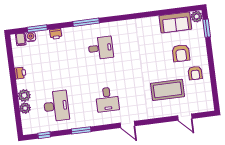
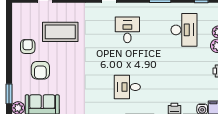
armchair: (181, 53) -> (40, 70), turned 180
desk: (56, 106) -> (184, 30), turned 180

